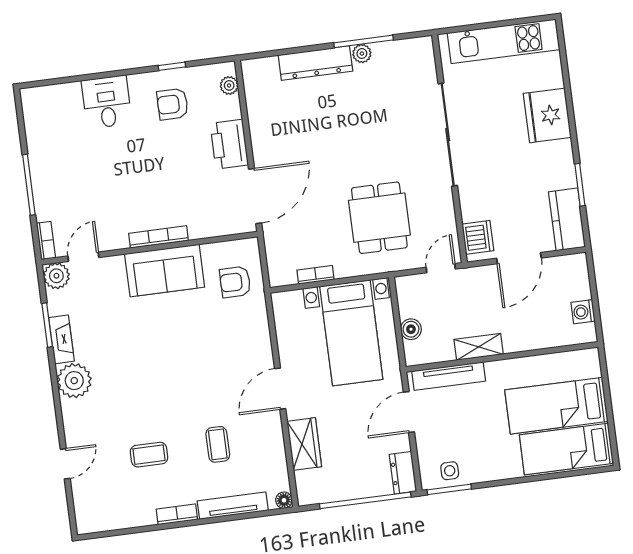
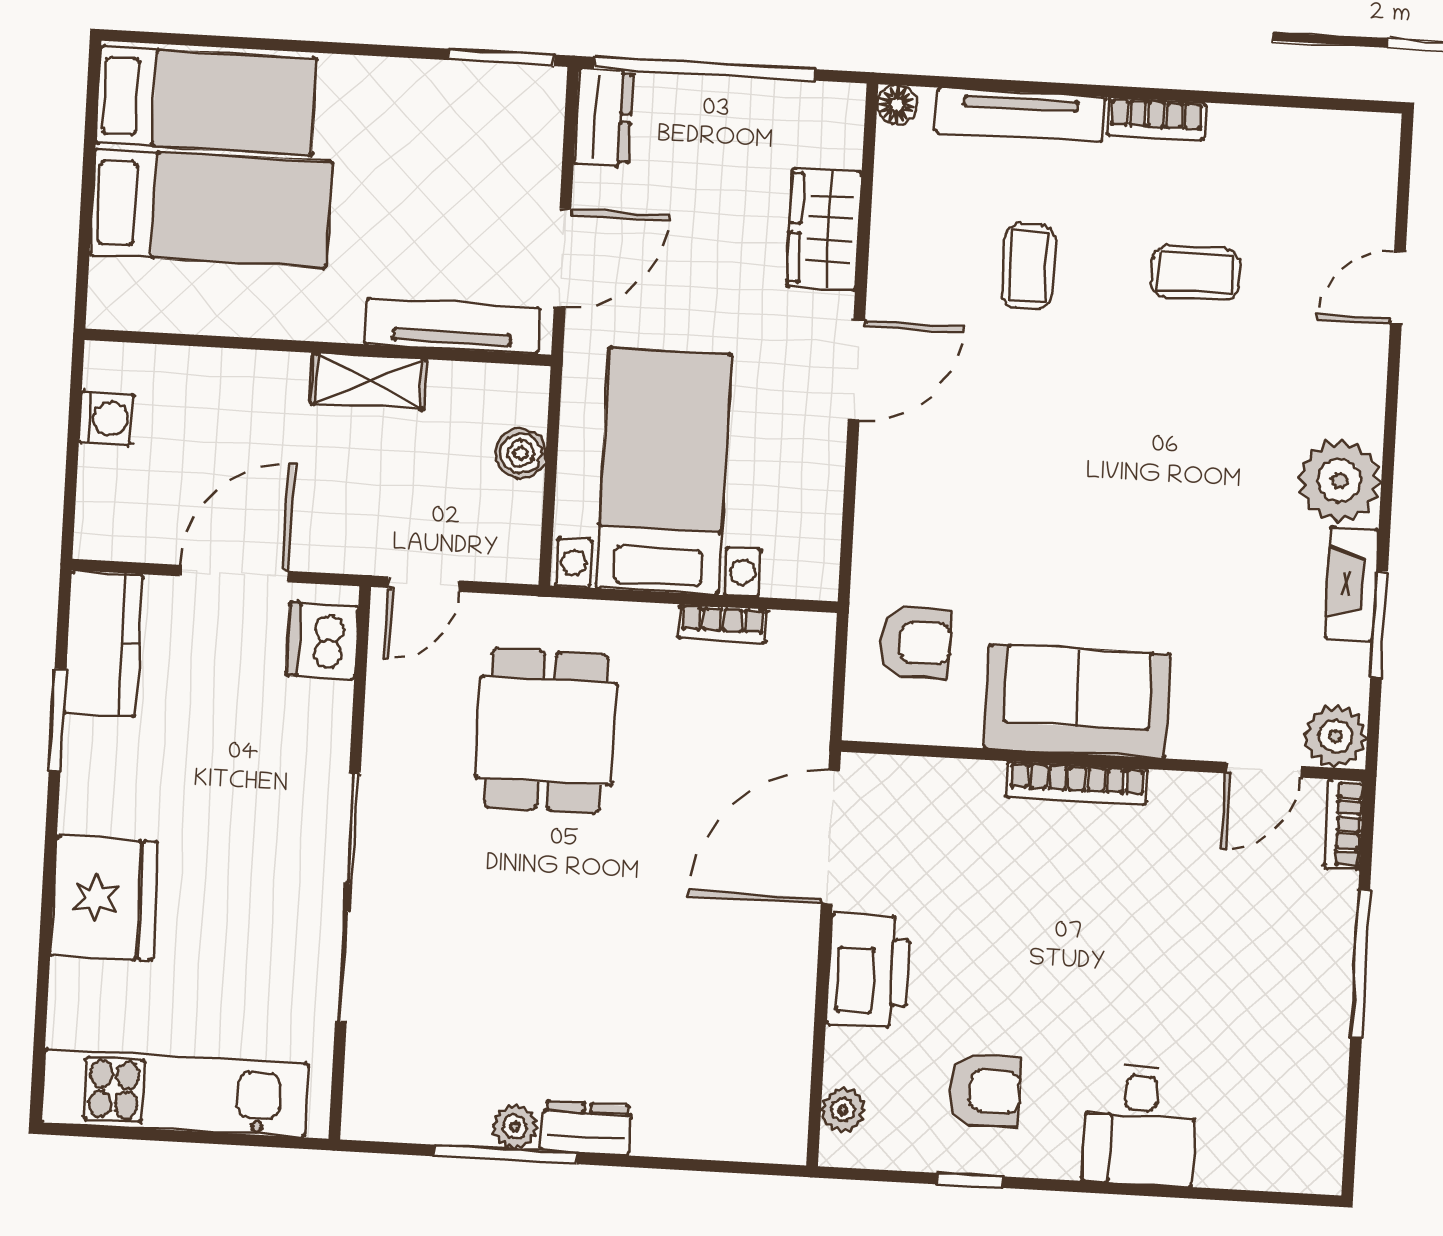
dresser: (315, 63) -> (586, 1128), width x0.51, depth x0.80
side table: (450, 471) -> (492, 101), removed

